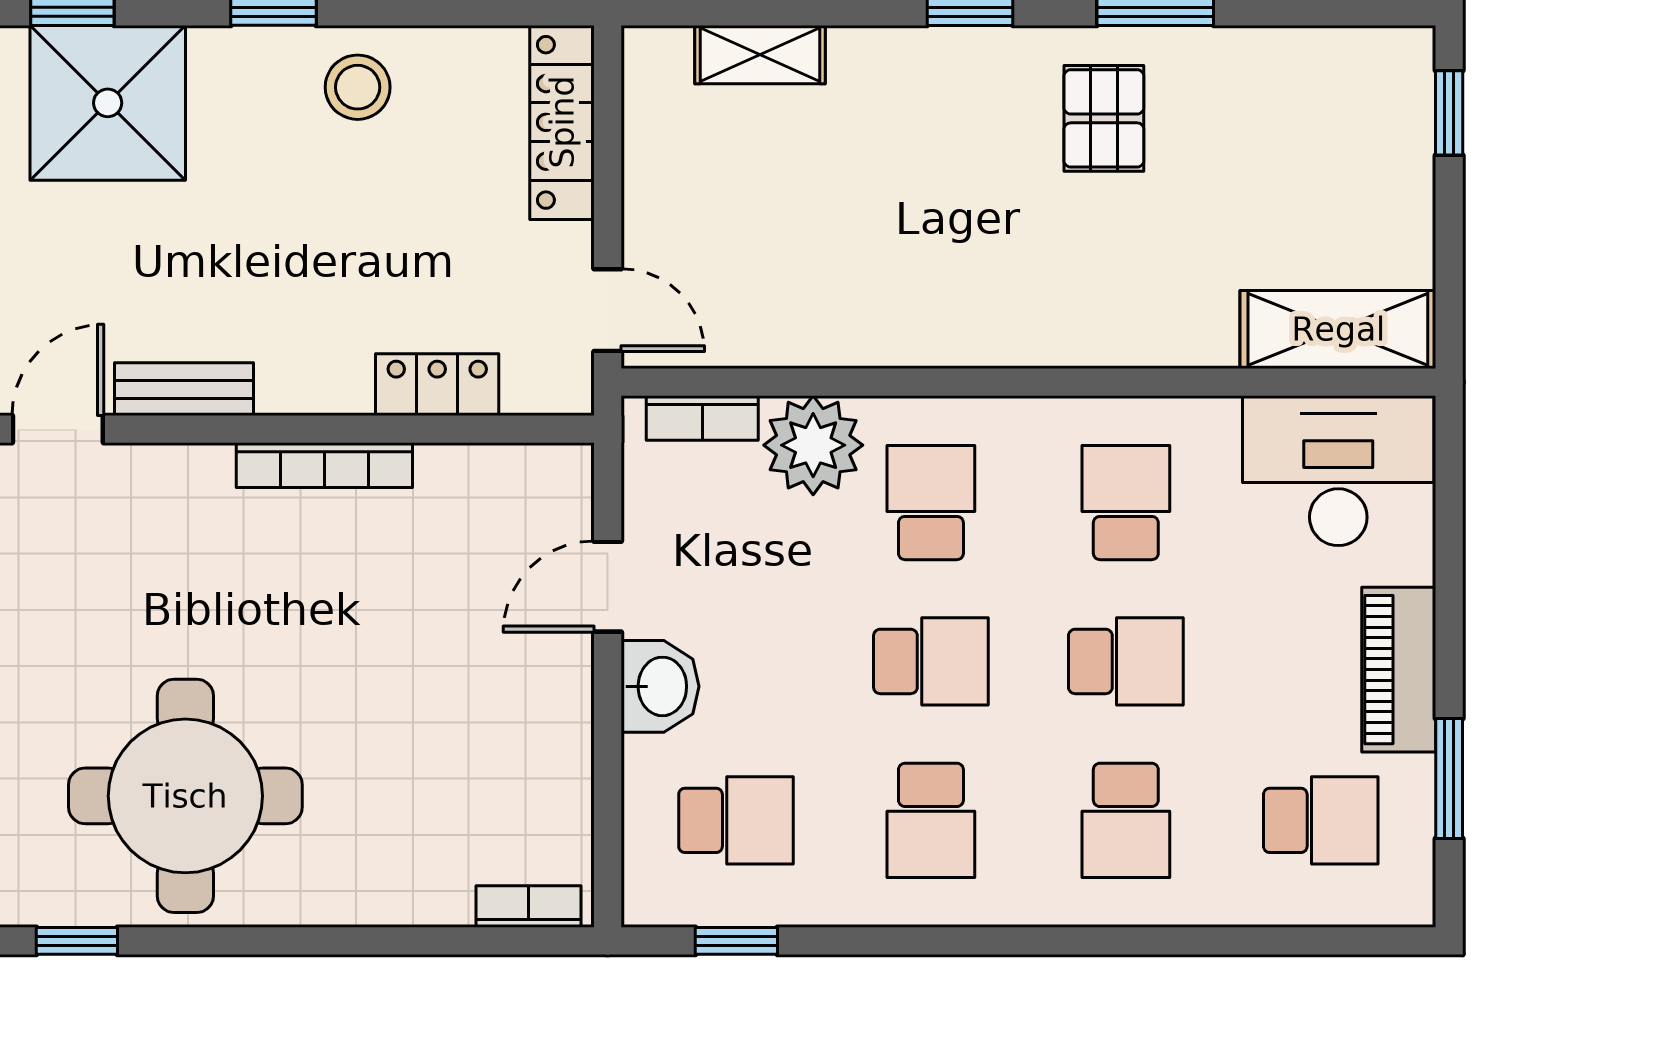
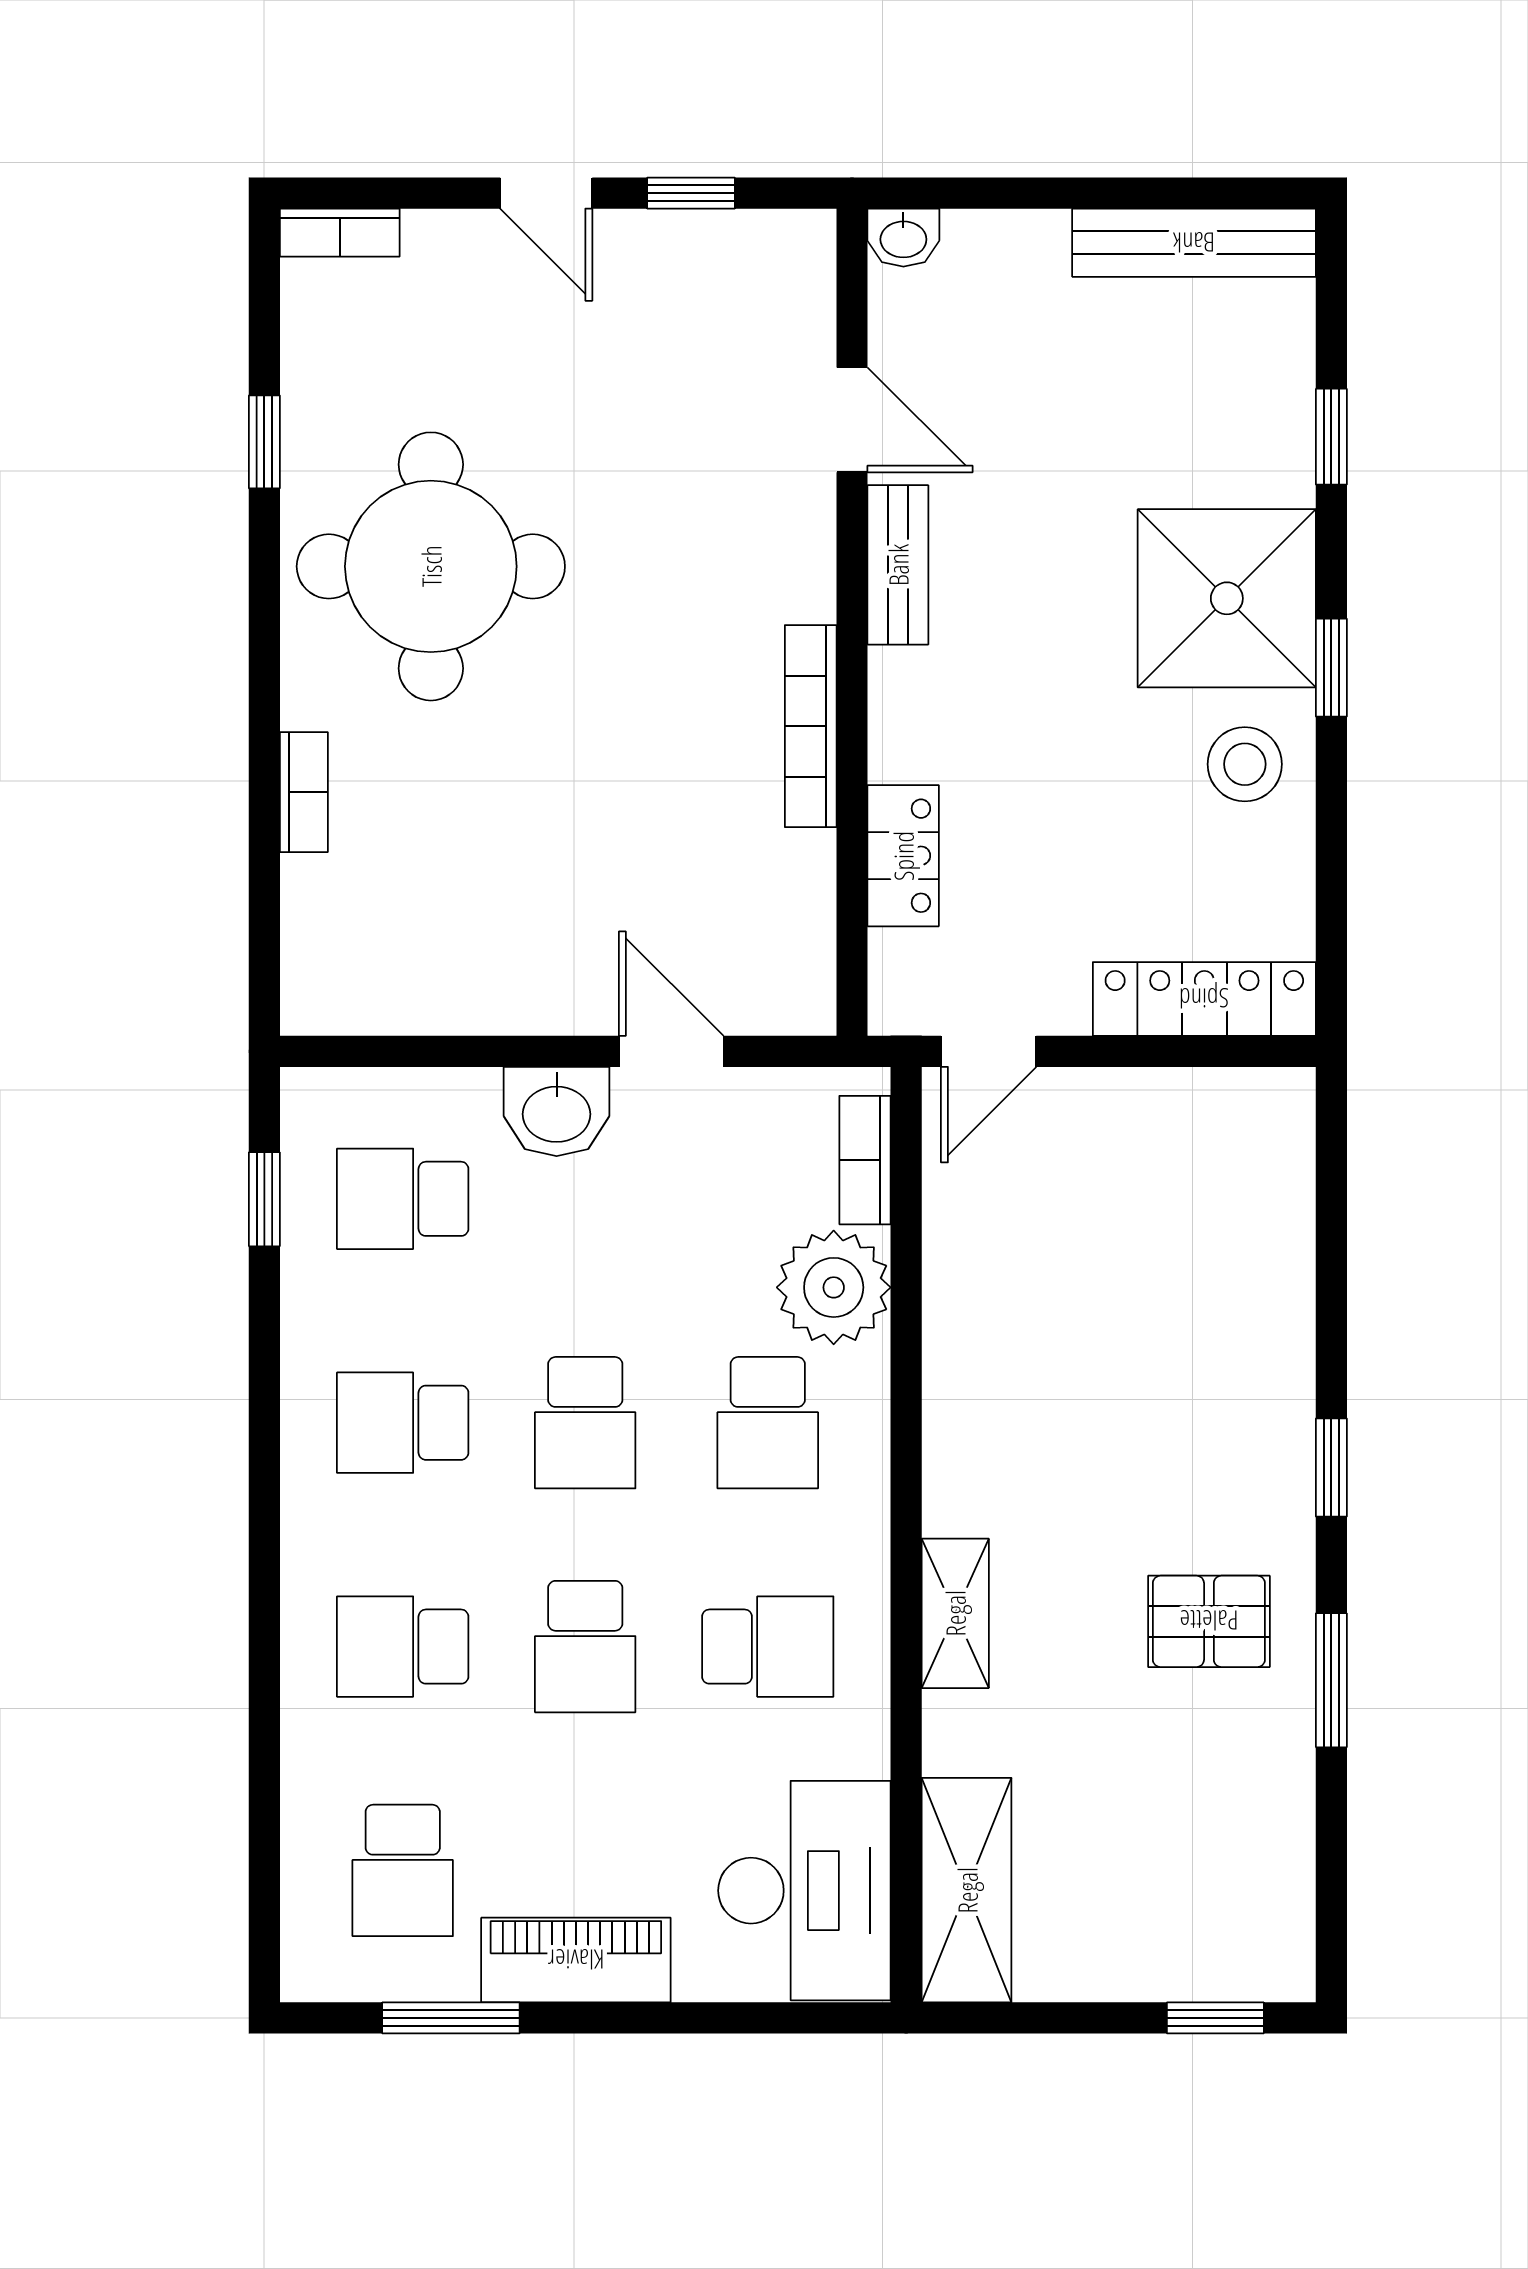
shelving: (760, 55) -> (955, 1613), moved
shower: (108, 103) -> (1227, 598), moved
school desk: (931, 503) -> (768, 1423), turned 90
school desk: (736, 820) -> (403, 1199), turned 90
bookcase: (529, 906) -> (304, 792), moved

